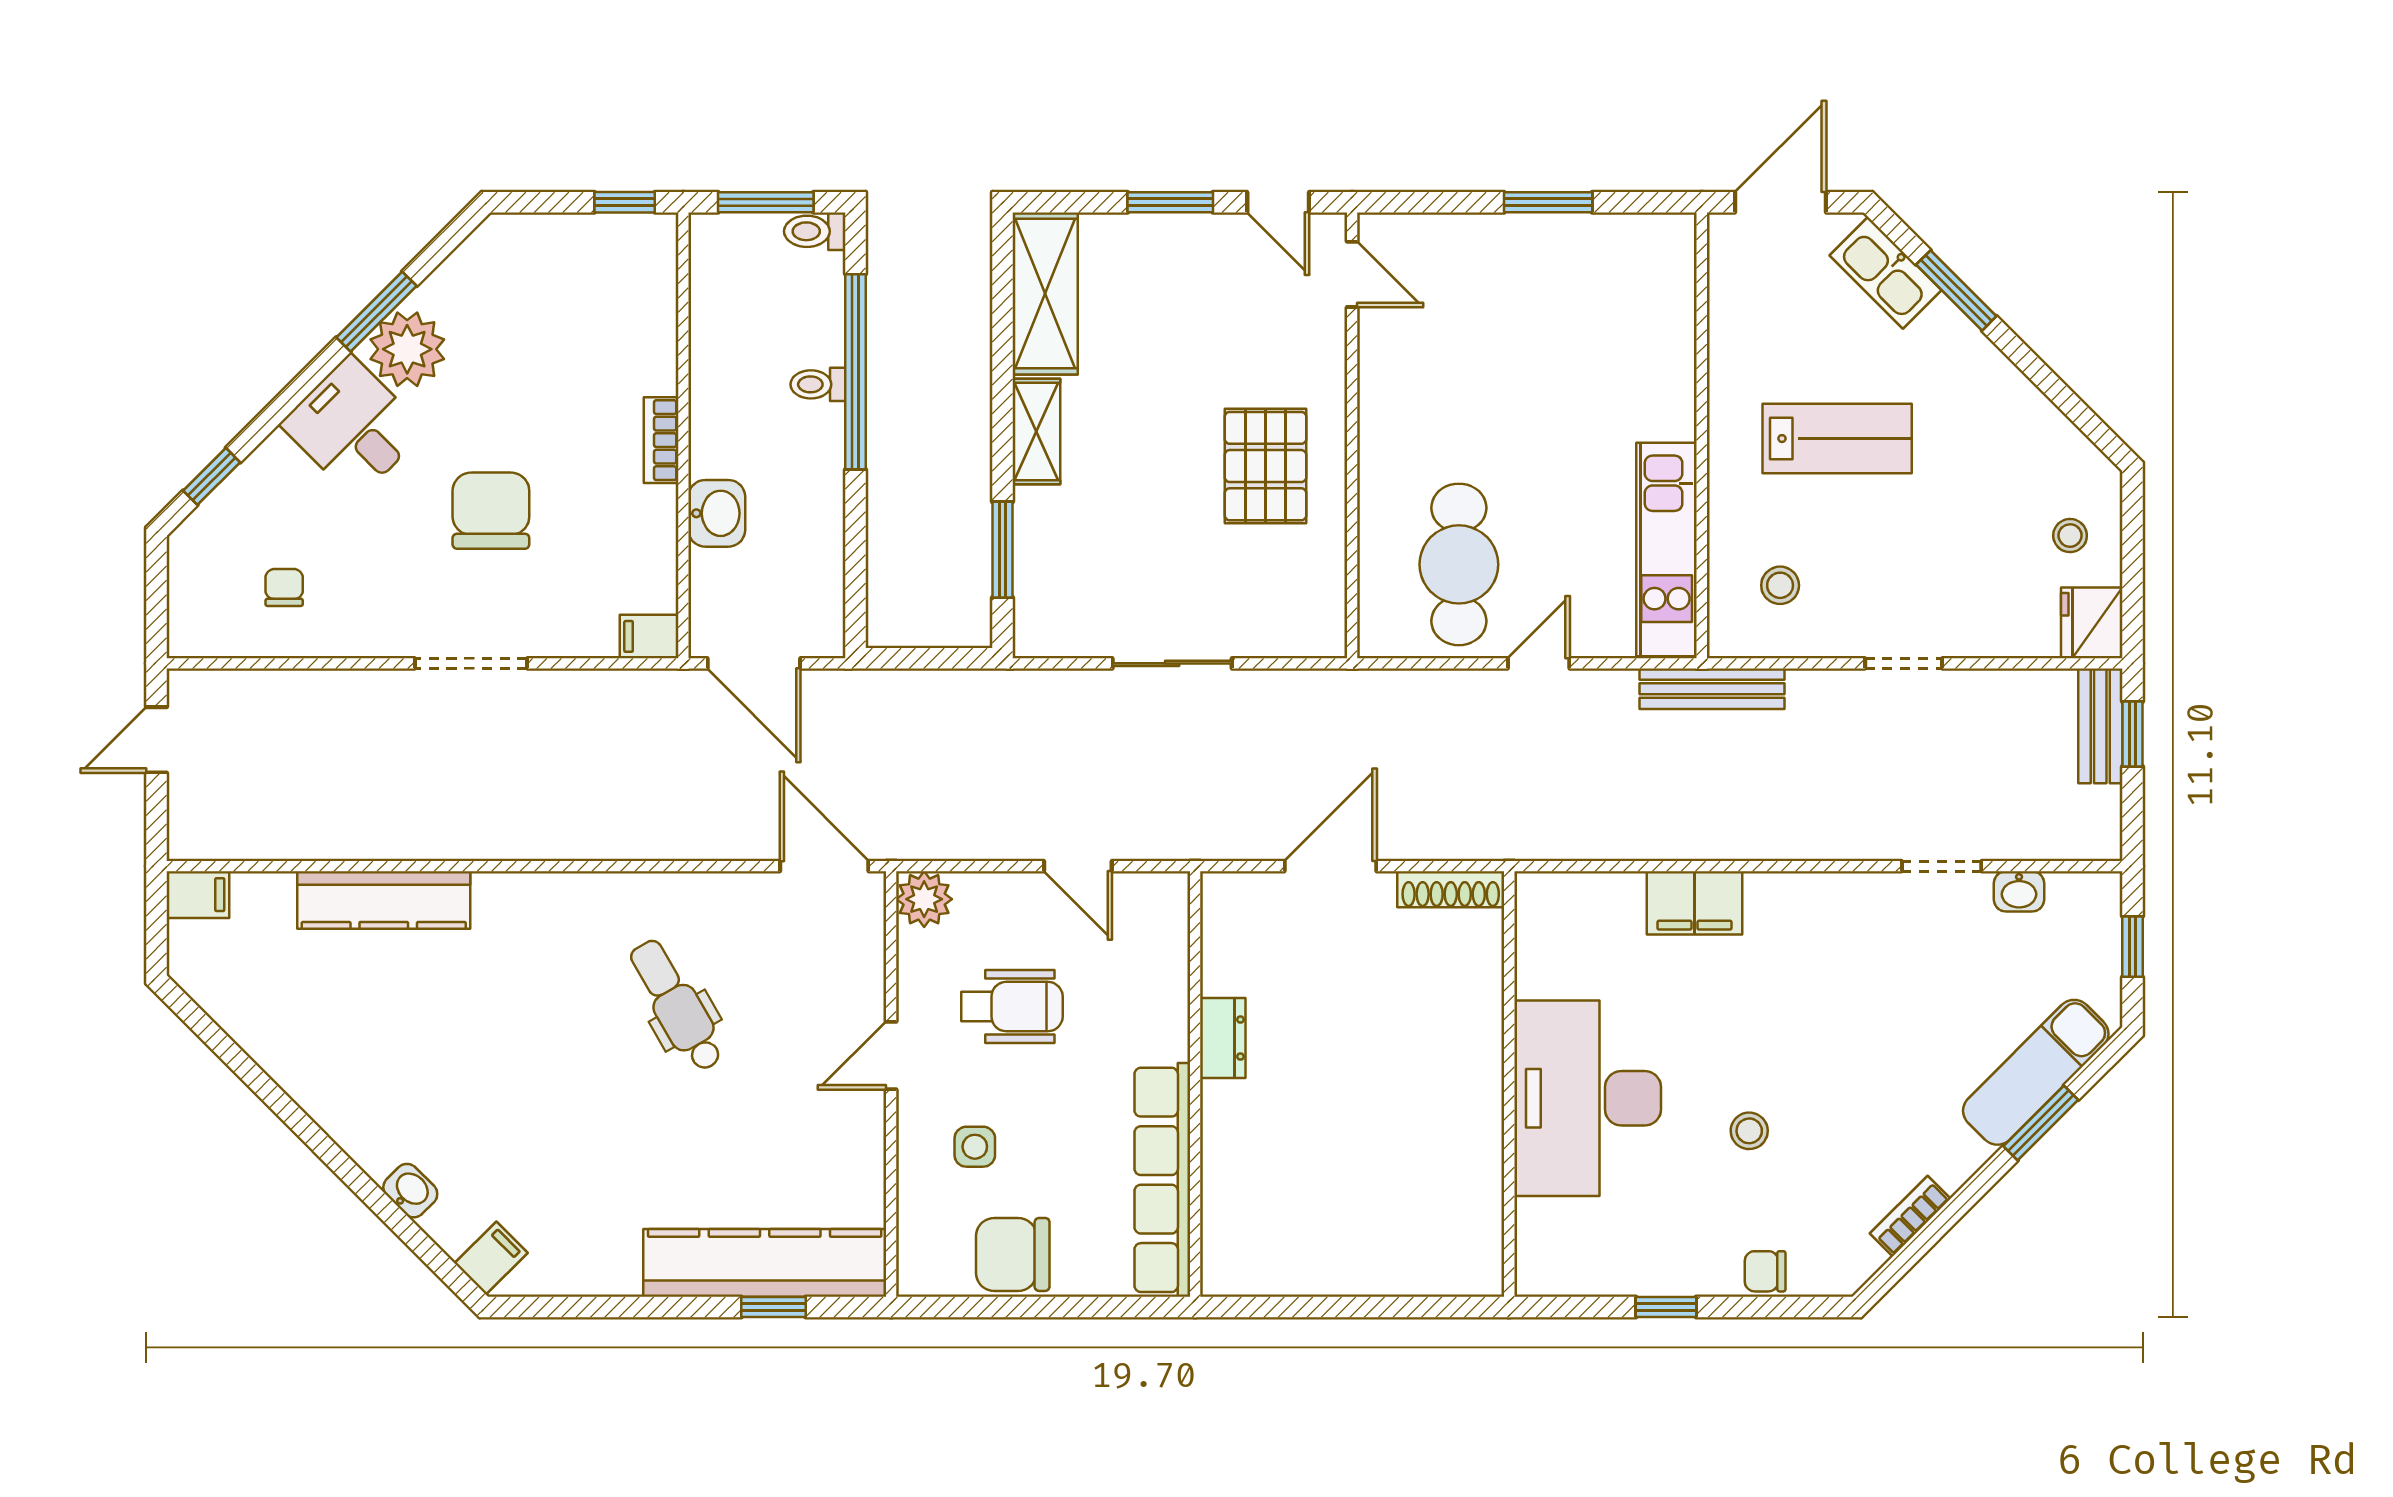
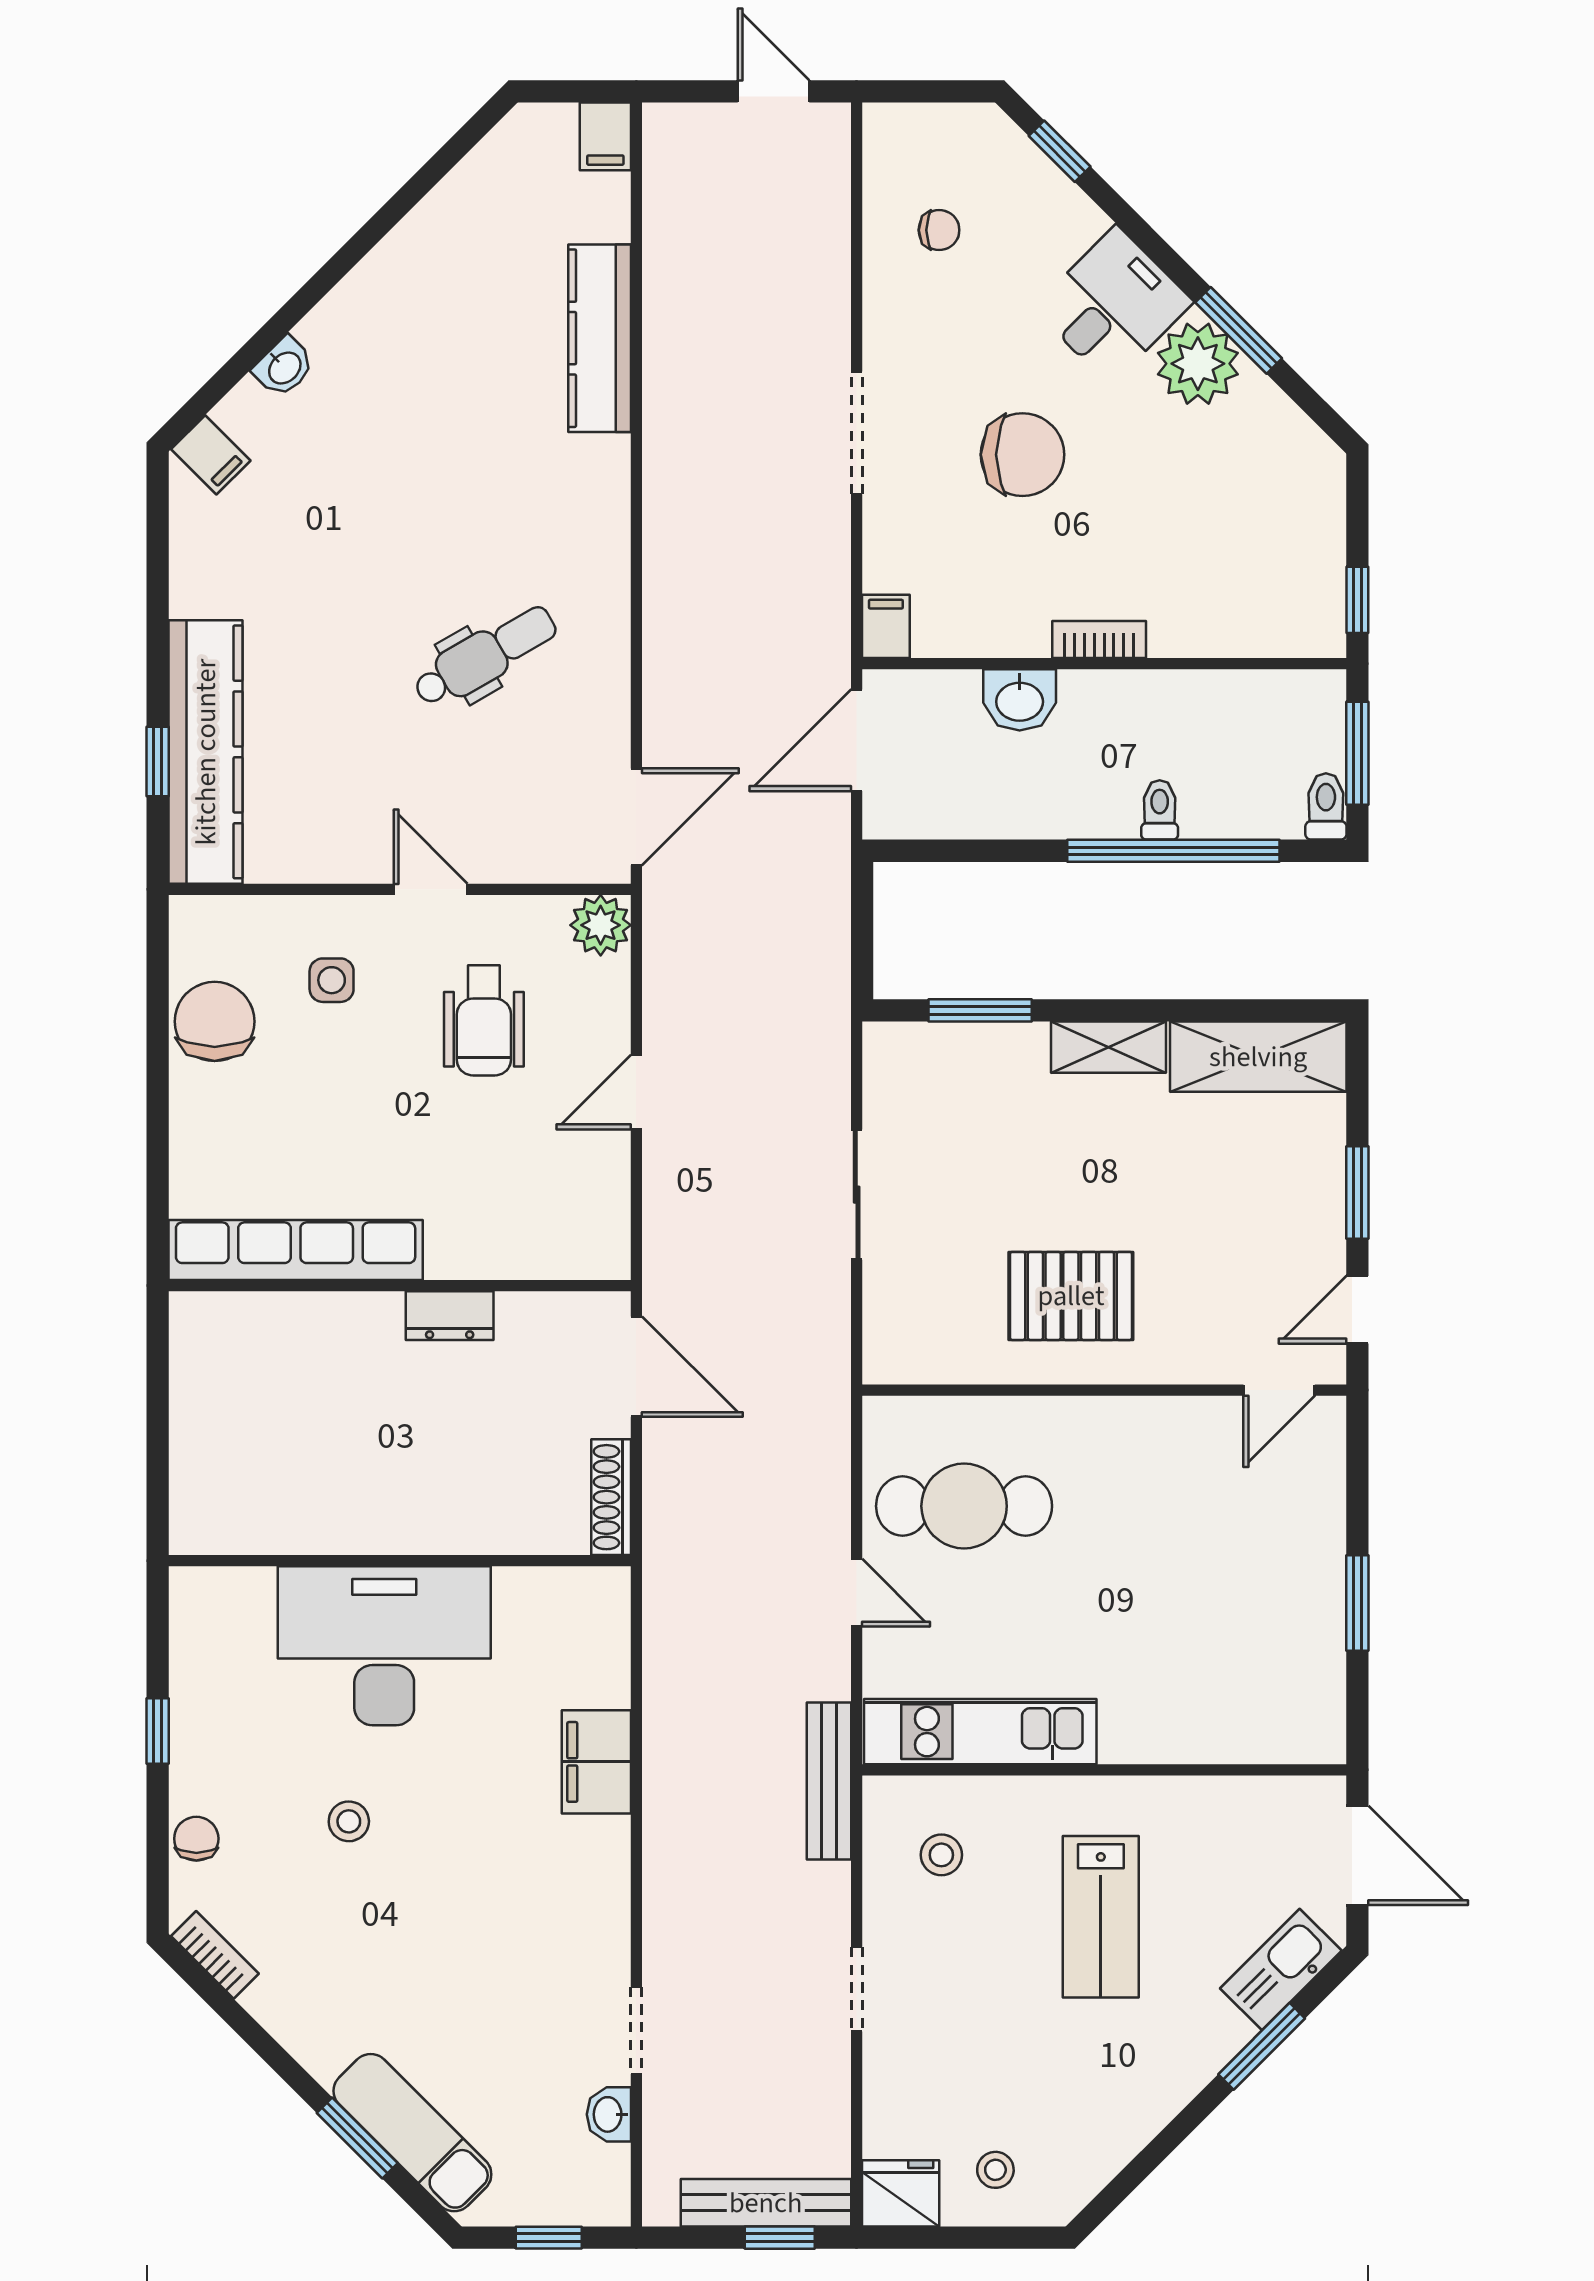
bench: (2100, 726) -> (766, 2203), width x1.36
dresser: (1223, 1038) -> (450, 1316), moved
wall: (1195, 1084) -> (400, 1286), moved
row of seats: (1162, 1180) -> (296, 1250), moved
bookcase: (1910, 1216) -> (215, 1955), moved

